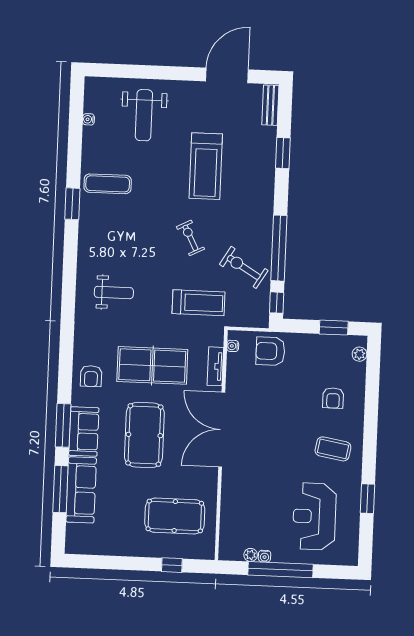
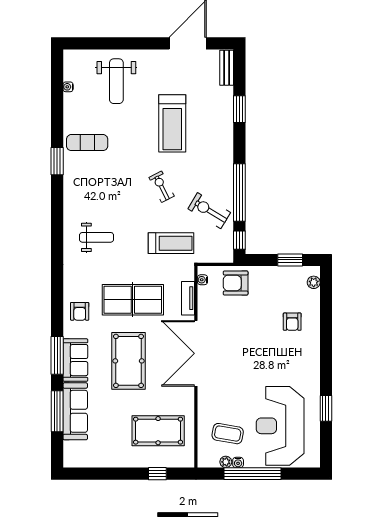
coffee table: (333, 449) -> (228, 434), moved
reception desk: (314, 516) -> (280, 426), width x1.36, depth x1.30

